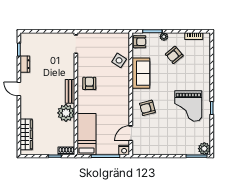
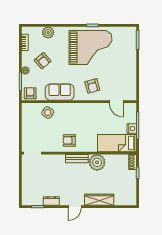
grand piano: (188, 106) -> (91, 48), width x1.37, depth x1.48
wardrobe: (26, 134) -> (99, 200), moved
plant: (204, 149) -> (48, 32), moved
nightstand: (124, 150) -> (132, 129), moved

